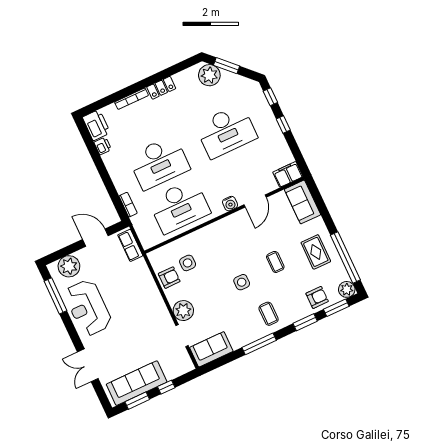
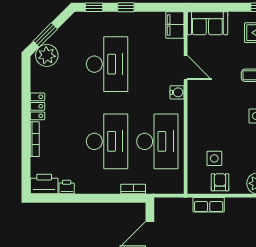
row of seats: (130, 245) -> (209, 205), moved

